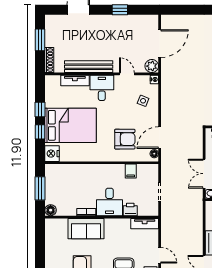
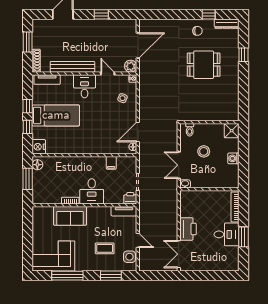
tv unit: (75, 81) -> (47, 80), moved
bed: (71, 125) -> (56, 115), width x0.67
armchair: (125, 139) -> (106, 133), removed
printer: (130, 209) -> (130, 198), moved
floor lamp: (51, 210) -> (37, 165), moved

